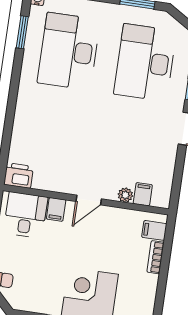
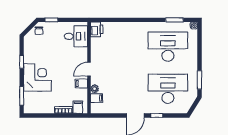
door: (89, 200) -> (89, 69), hinge flipped
filing cabinet: (56, 209) -> (81, 83), moved

